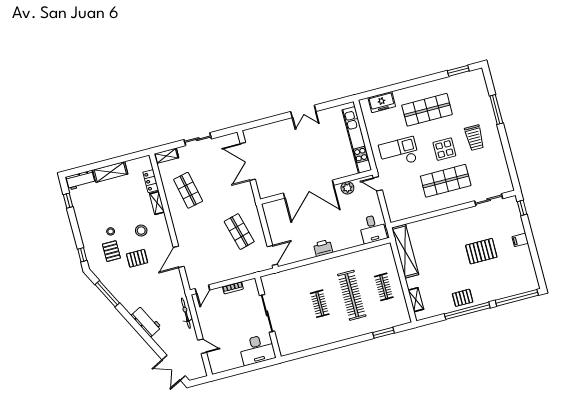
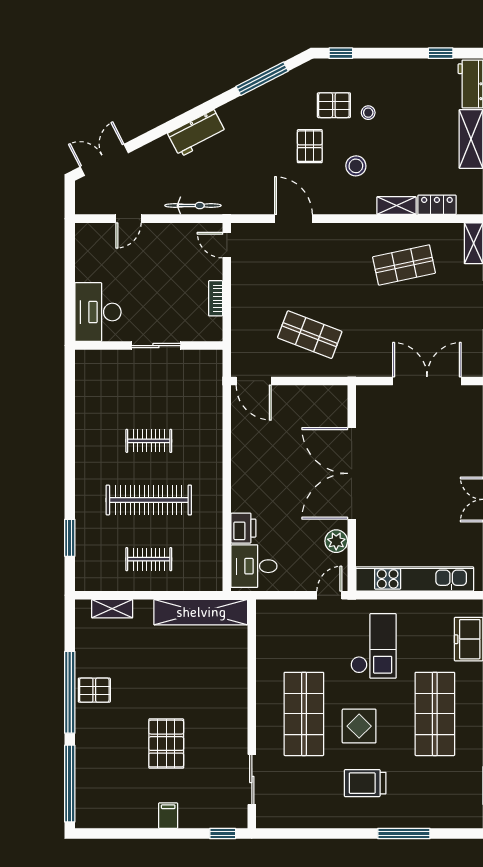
shop shelf: (239, 232) -> (310, 335), turned 36
printer: (323, 248) -> (243, 528), moved
pallet: (463, 298) -> (94, 690), turned 90
sliding door: (267, 313) -> (156, 346), width x0.73

